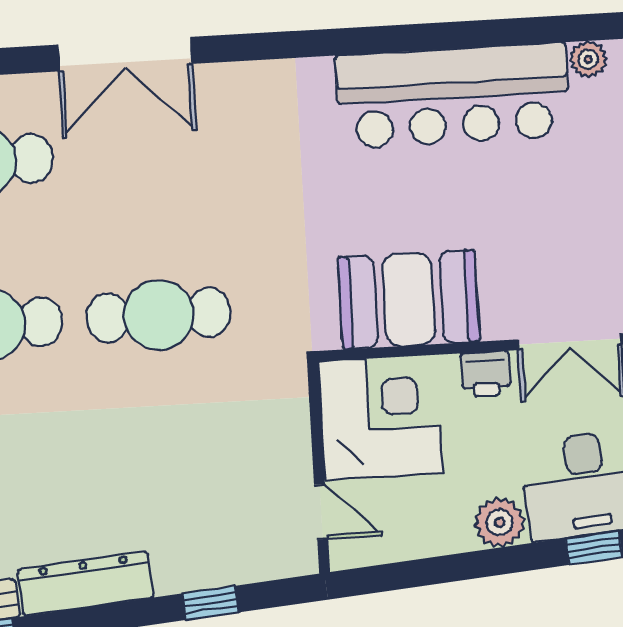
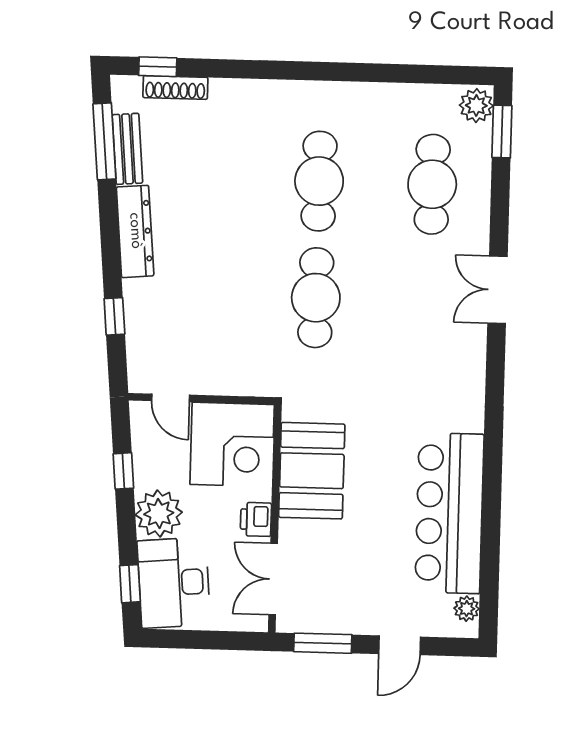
double door: (125, 54) -> (497, 290), width x0.73
door: (321, 512) -> (171, 398), hinge flipped
plant: (499, 522) -> (159, 513), width x1.36, depth x1.36
window: (432, 571) -> (123, 471), added

